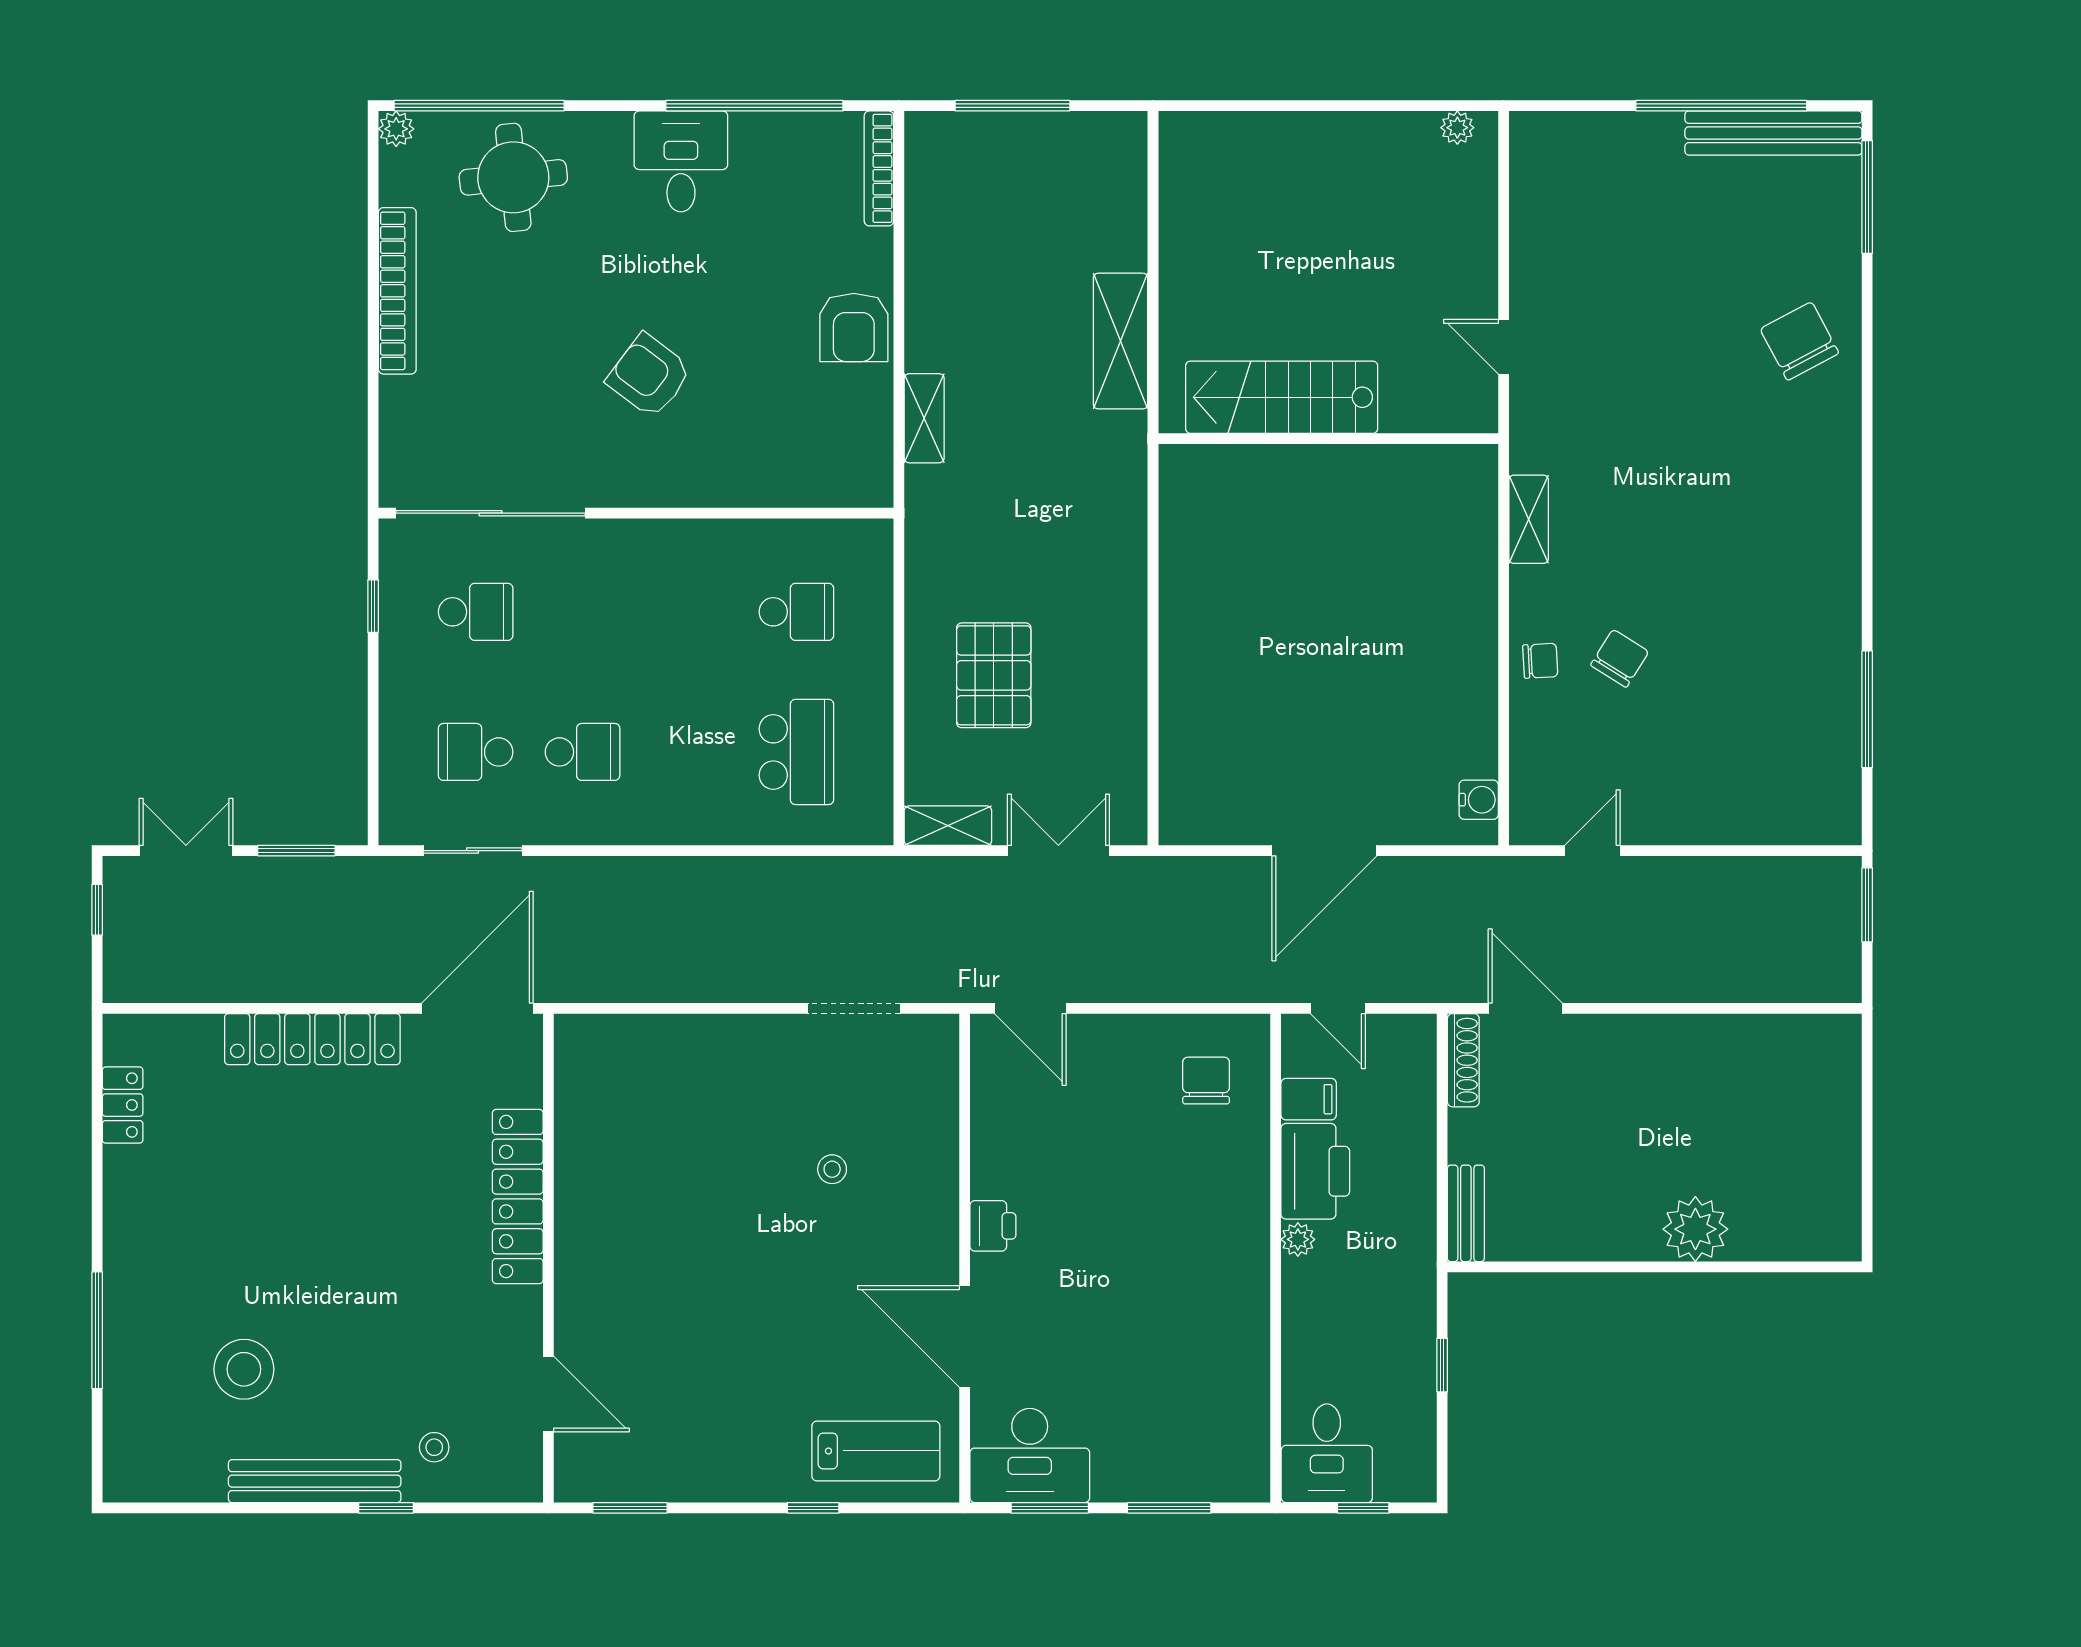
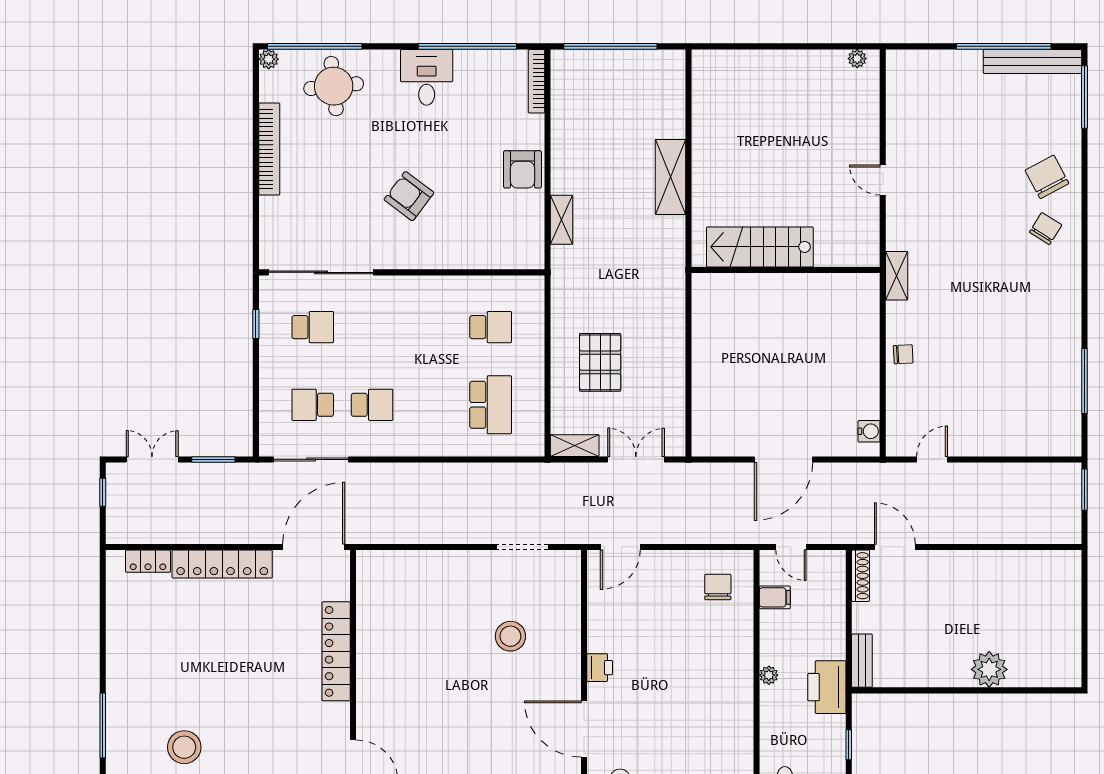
window: (1012, 106) -> (610, 46), width x1.46
stairs: (1282, 397) -> (760, 247), moved
wall: (1328, 439) -> (786, 270), moved
chair: (1620, 658) -> (1046, 229), moved
sliding door: (473, 851) -> (311, 459), width x1.37
door: (1030, 1008) -> (620, 547), hinge flipped
locker: (123, 1105) -> (148, 561), moved, turned 90
stool: (832, 1169) -> (510, 636), width x1.89, depth x1.89
printer: (1315, 1171) -> (827, 687), moved, turned 180

